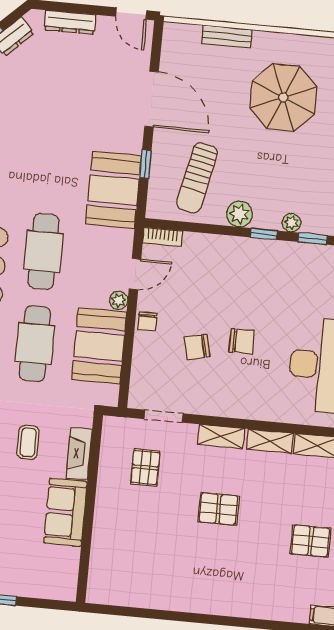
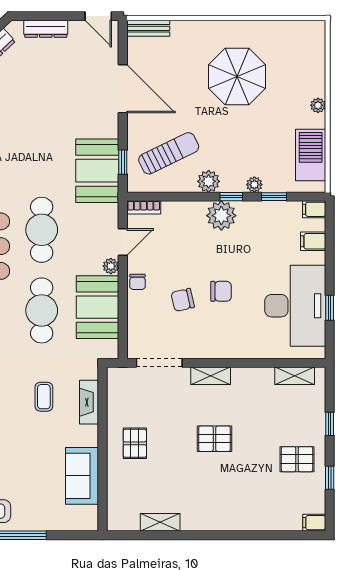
bench: (227, 37) -> (148, 28), moved
window: (145, 164) -> (123, 162), moved
sun lounger: (197, 178) -> (169, 153), turned -128
plant: (250, 255) -> (221, 216), added
doorway: (164, 416) -> (159, 363), width x1.38
shelving: (270, 441) -> (160, 522), moved
pallet: (145, 467) -> (135, 443), moved
sofa: (65, 512) -> (82, 476), moved

